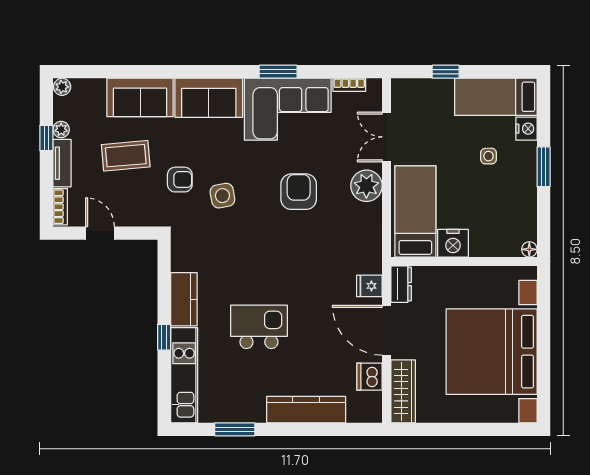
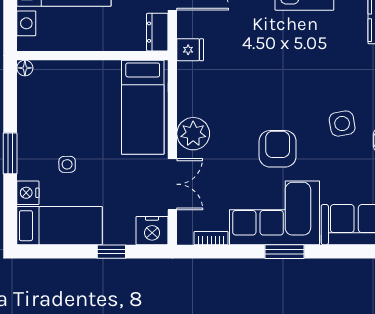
armchair: (299, 192) -> (278, 149), moved, turned 180
nightstand: (453, 243) -> (152, 231), moved, turned 180
fridge: (369, 286) -> (190, 50), moved

